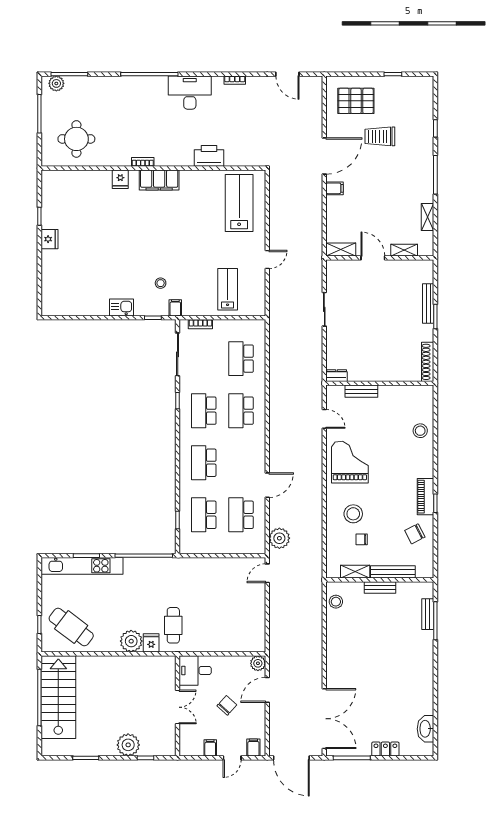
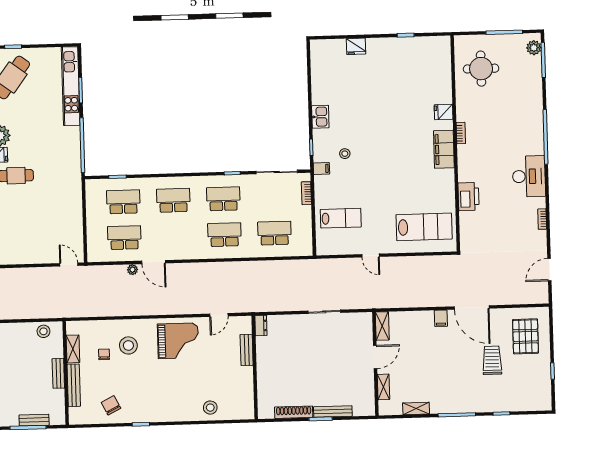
fridge: (49, 239) -> (356, 46), moved
shoe rack: (428, 362) -> (294, 412), moved
piano: (426, 497) -> (147, 415), removed
plant: (279, 538) -> (132, 270), moved, width x0.53, depth x0.53

